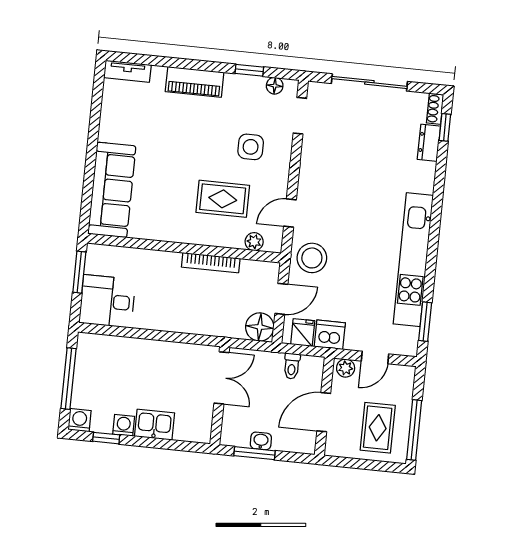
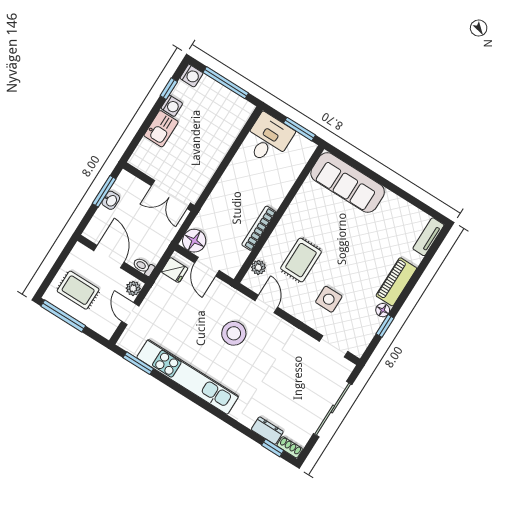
floor lamp: (275, 86) -> (383, 310), moved
stool: (312, 258) -> (234, 333), moved
dishwasher: (330, 335) -> (163, 289), removed
toilet: (292, 366) -> (144, 267), moved

